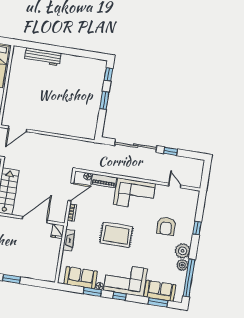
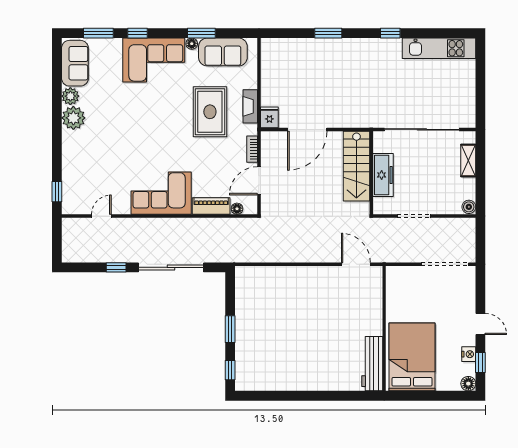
workbench: (43, 57) -> (372, 364), moved, turned -90
door: (18, 129) -> (356, 264), hinge flipped
door: (175, 185) -> (101, 216), swing flipped
armchair: (166, 226) -> (105, 152), removed
window: (197, 228) -> (57, 192), moved
rug: (116, 235) -> (210, 112), moved, turned 90
window: (189, 278) -> (57, 78), removed
sofa: (160, 291) -> (75, 63), moved, turned -90
window: (119, 296) -> (138, 33), moved

